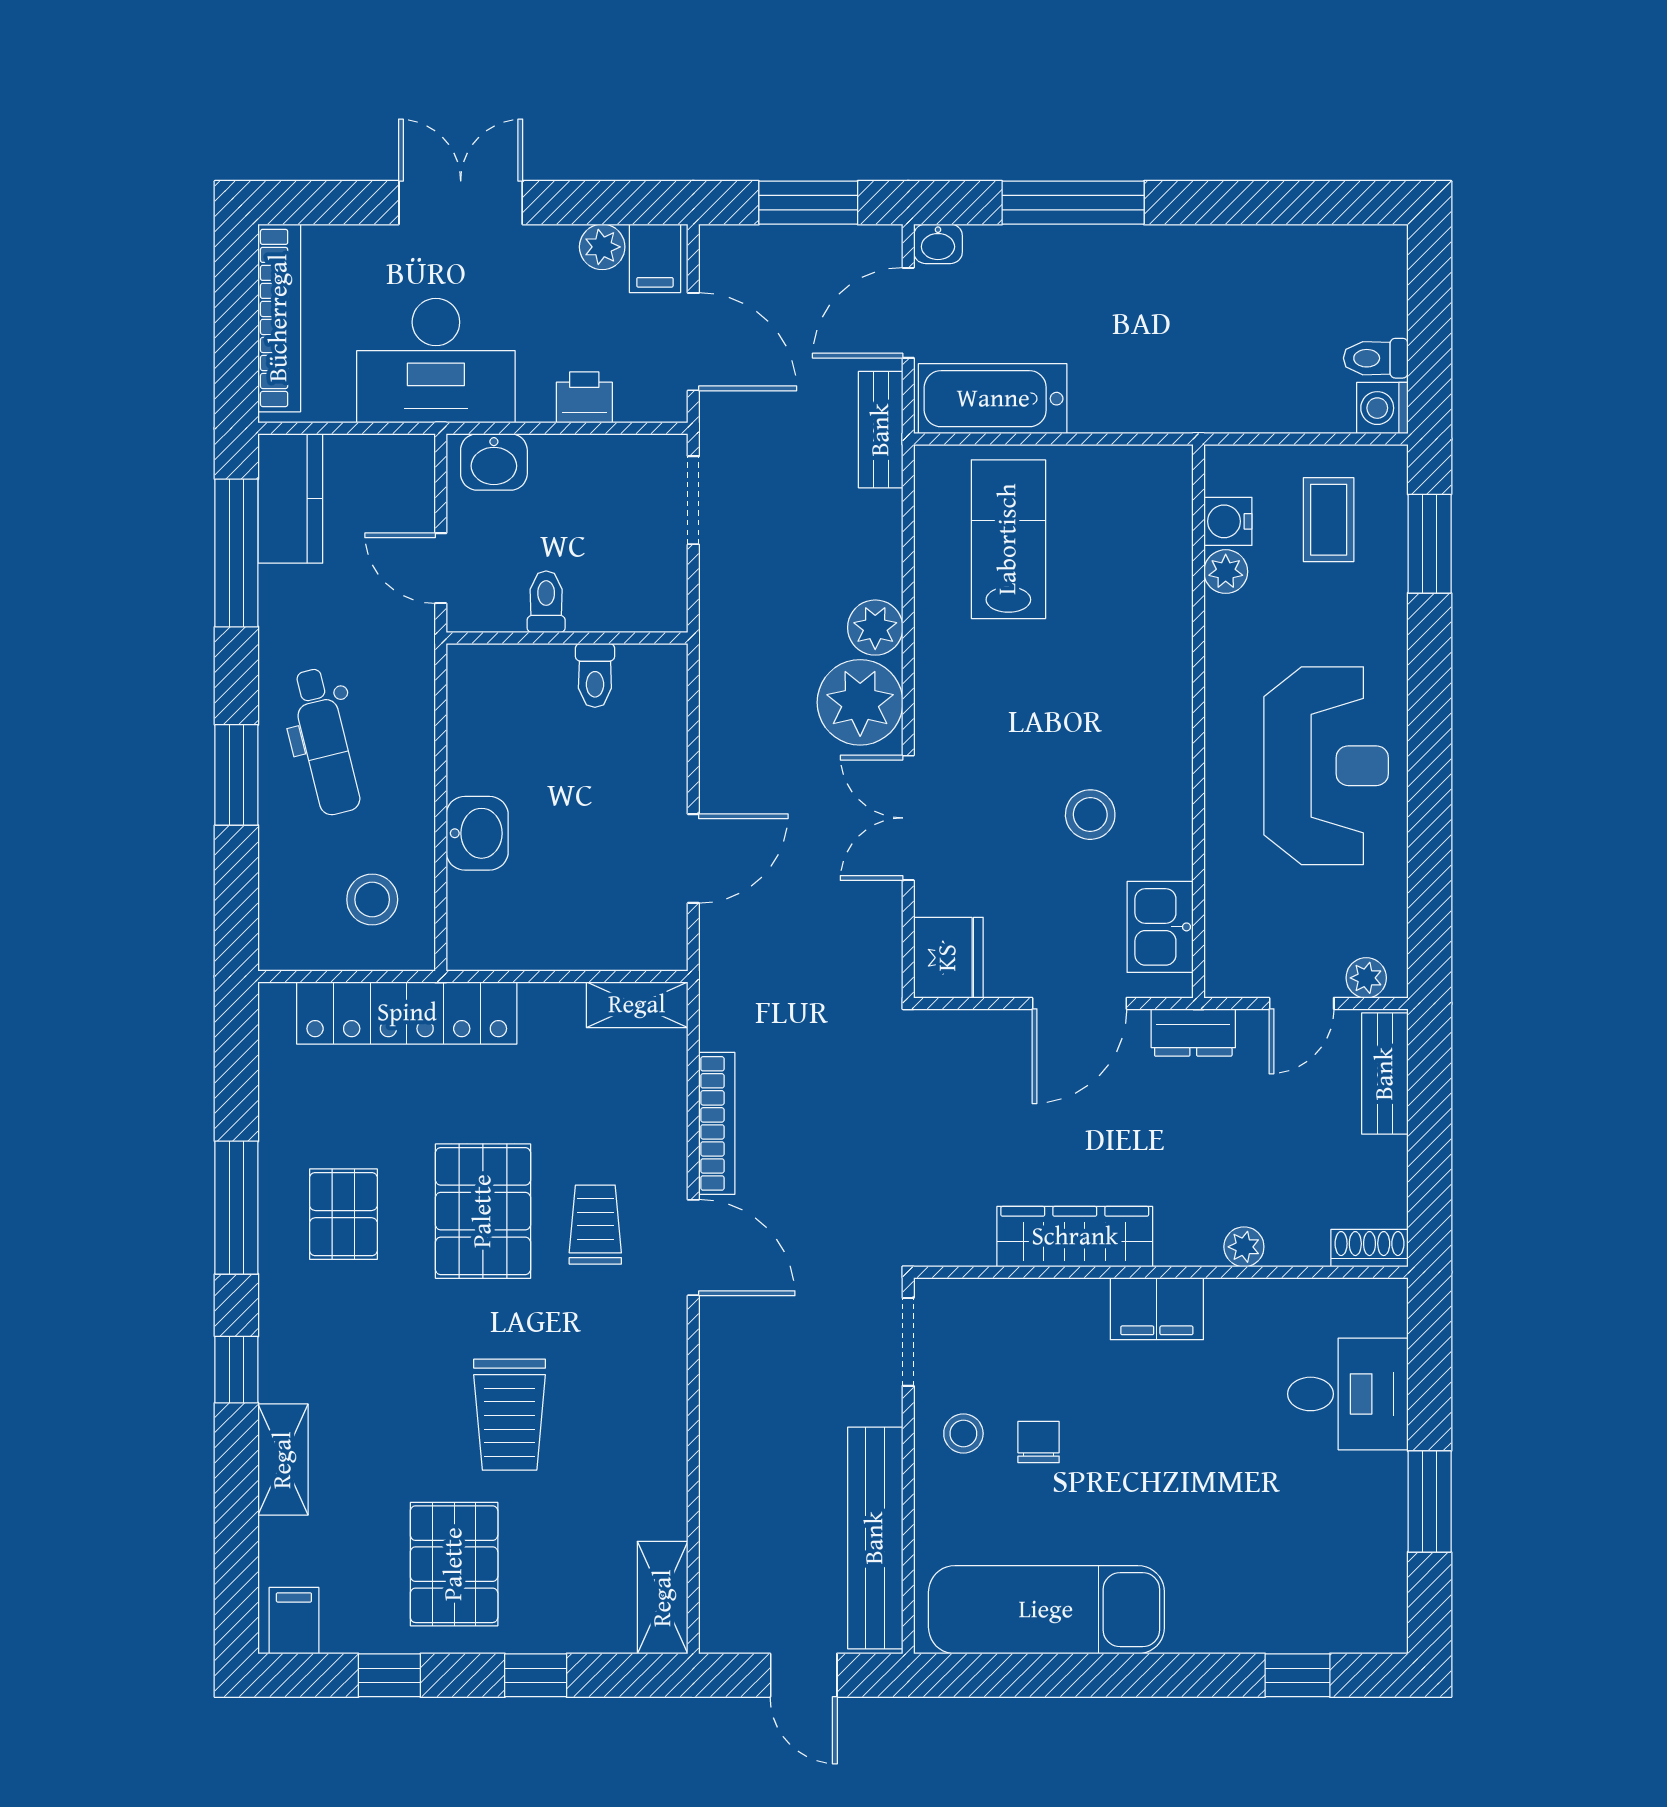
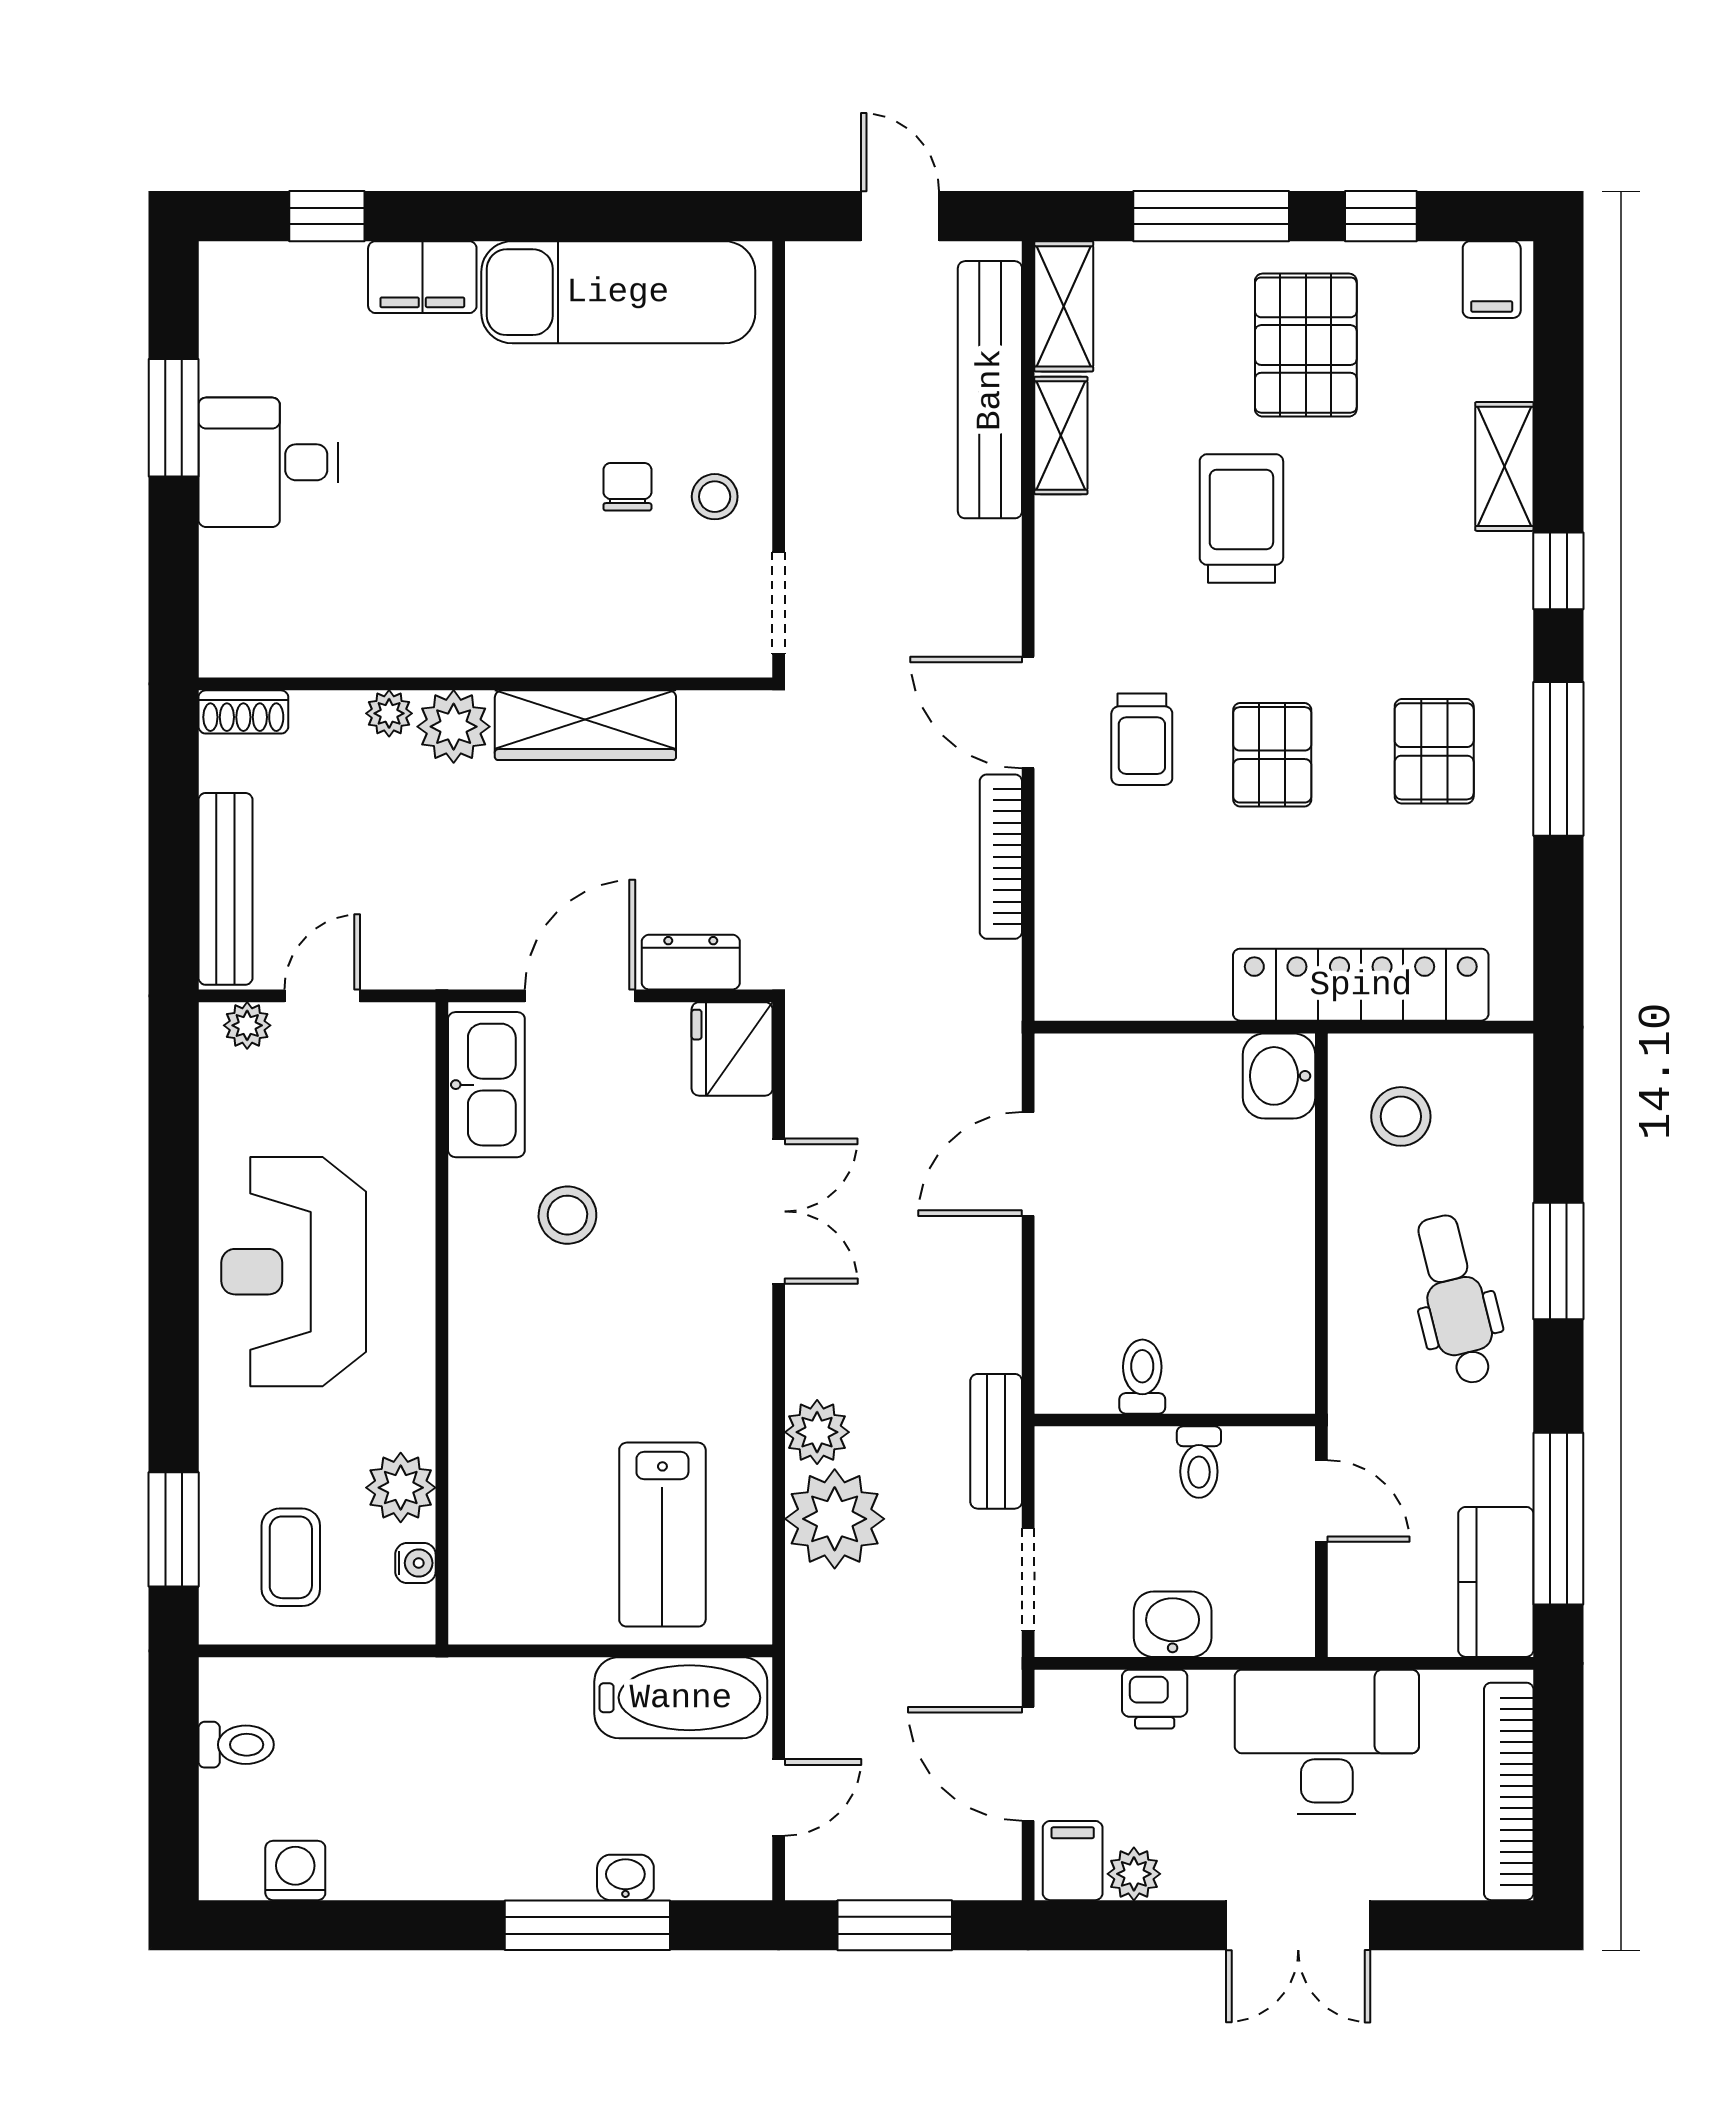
washbasin: (938, 244) -> (625, 1877), moved
door: (908, 313) -> (779, 1797), width x0.73
washing machine: (1382, 408) -> (295, 1870), moved, turned -90
bench: (881, 430) -> (996, 1441), moved
washbasin: (494, 462) -> (1173, 1624), moved
water cooler: (1228, 521) -> (415, 1563), width x0.72, depth x0.72
plant: (1226, 572) -> (401, 1488), width x1.38, depth x1.38
plant: (860, 702) -> (835, 1519), moved
washbasin: (477, 833) -> (1279, 1076), moved
kitchen sink: (1160, 927) -> (486, 1085), width x1.38
shelving: (637, 1005) -> (1061, 435), moved, turned 90
dresser: (1193, 1032) -> (691, 962), moved
bench: (1385, 1074) -> (225, 889), width x1.36
pallet: (483, 1211) -> (1272, 755), width x0.67, depth x0.71
plant: (1188, 1235) -> (454, 727), added
filing cabinet: (1157, 1309) -> (422, 277), moved, turned 180
desk: (1348, 1394) -> (268, 462), moved
chair: (1039, 1442) -> (627, 487), turned 180
bench: (875, 1538) -> (990, 390), moved
window: (536, 1675) -> (1211, 216), width x2.17

